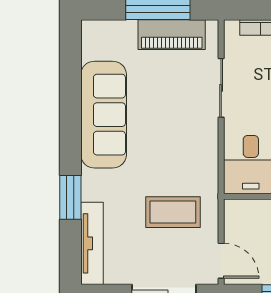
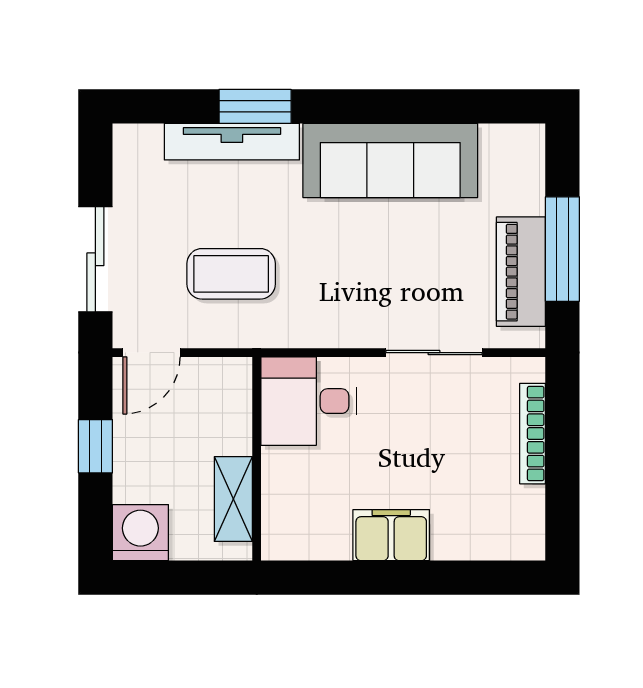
coffee table: (173, 212) -> (231, 274), turned 90
tv unit: (92, 243) -> (232, 142), moved

